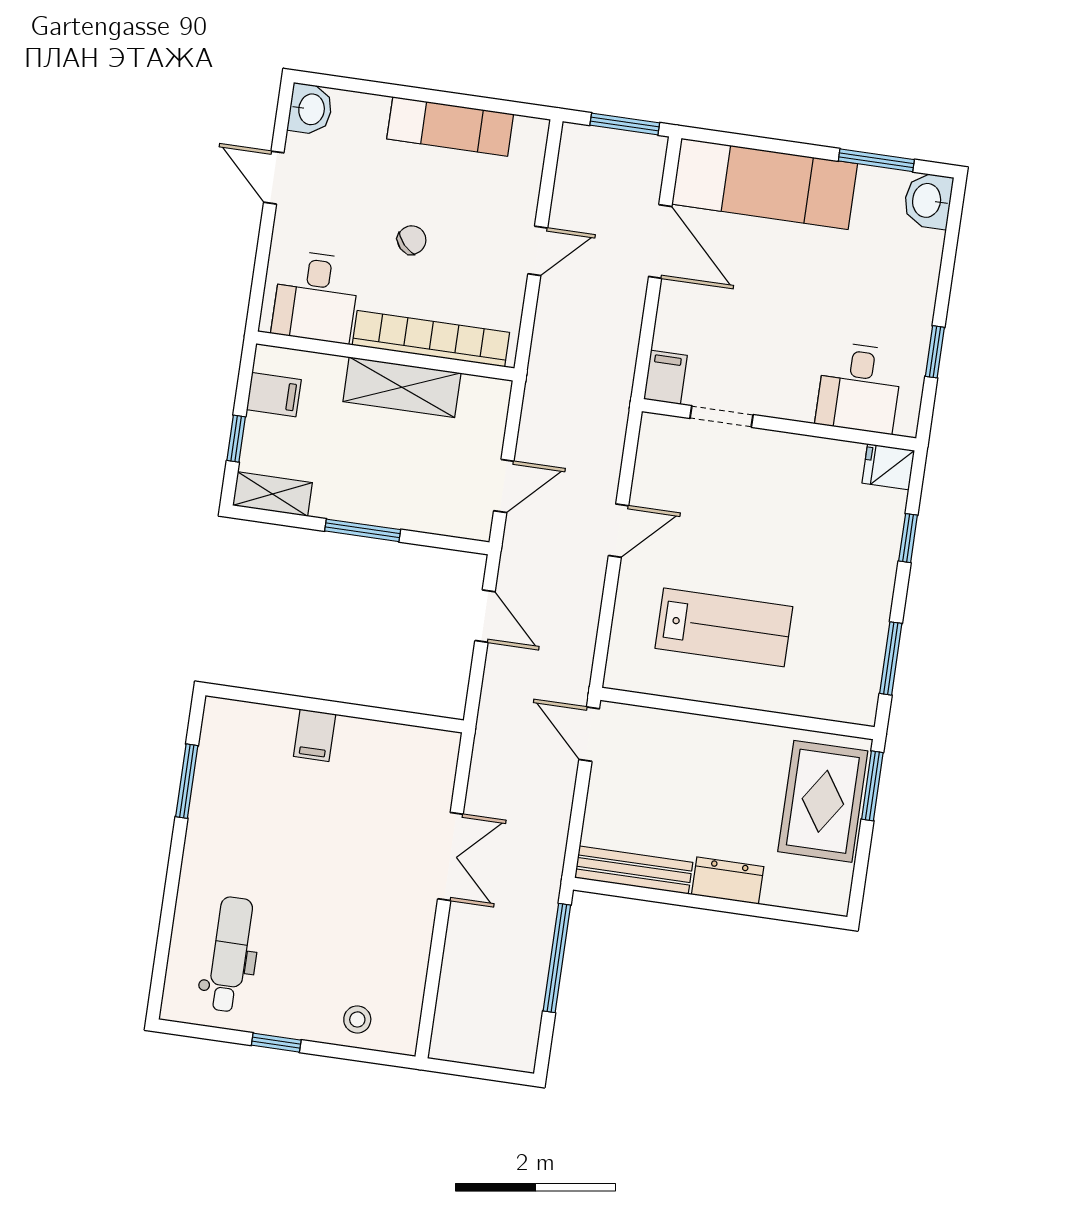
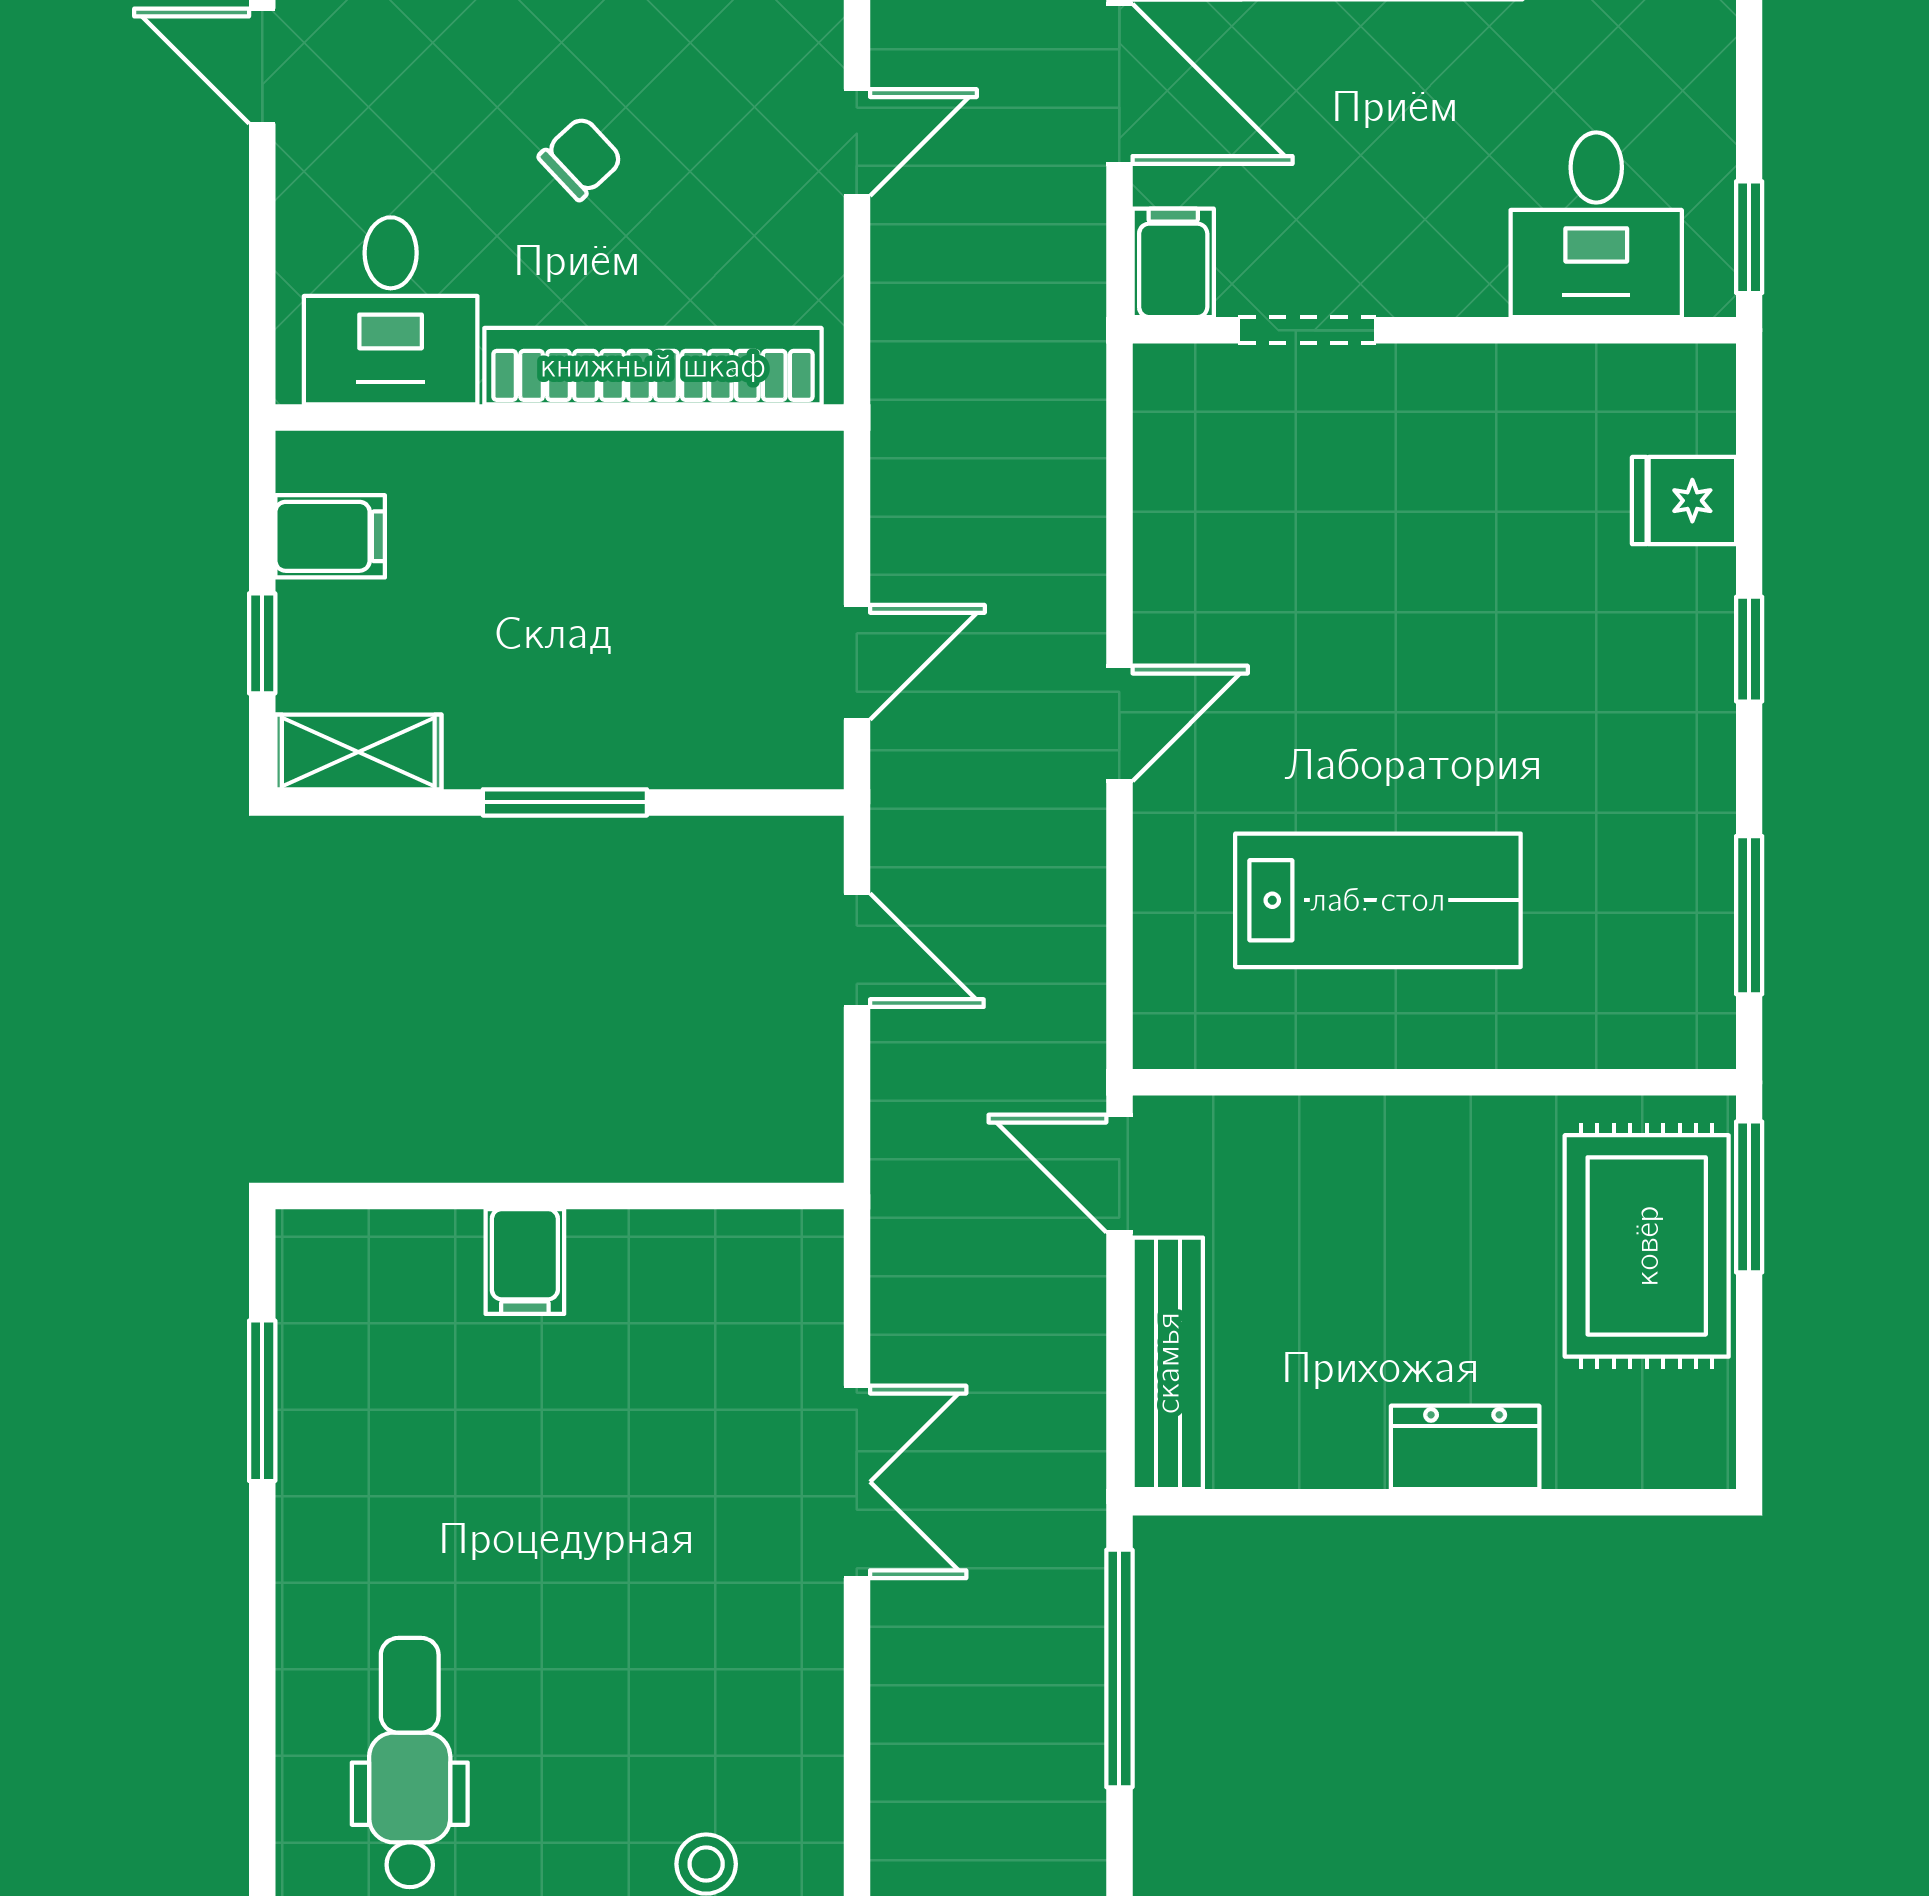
filing cabinet: (665, 377) -> (1173, 263), moved
shelving: (402, 387) -> (606, 480), removed
desk: (859, 388) -> (1596, 225), moved
doorway: (722, 416) -> (1307, 330), moved
wall: (779, 425) -> (1434, 330), moved
bench: (634, 870) -> (1168, 1363), moved, turned 90

